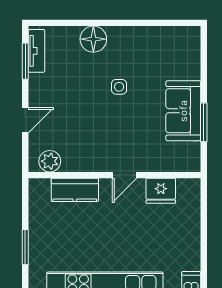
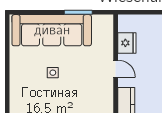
floor lamp: (93, 39) -> (19, 91), removed
sofa: (183, 111) -> (52, 30), width x1.85, depth x1.27

